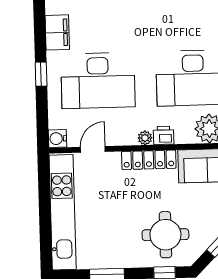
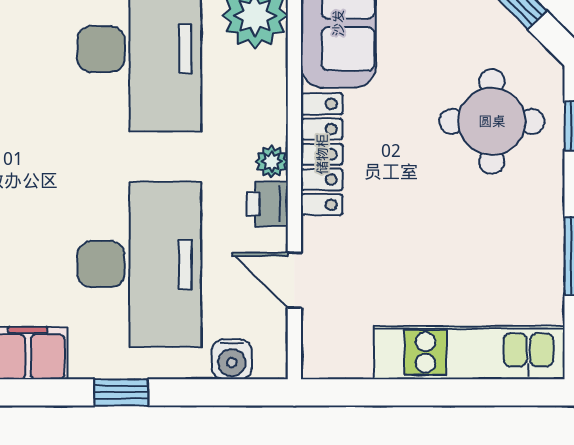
printer: (164, 135) -> (267, 204), moved
water cooler: (57, 139) -> (232, 359), moved
kitchen unit: (63, 212) -> (469, 353), width x0.73

